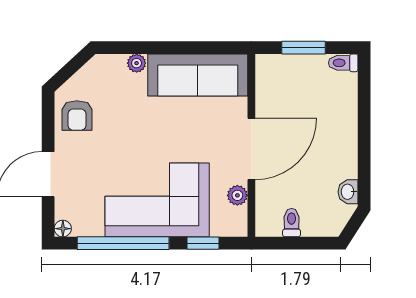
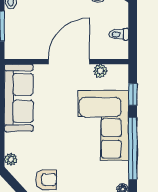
plant: (137, 63) -> (11, 159), moved
door: (251, 149) -> (69, 62), hinge flipped

